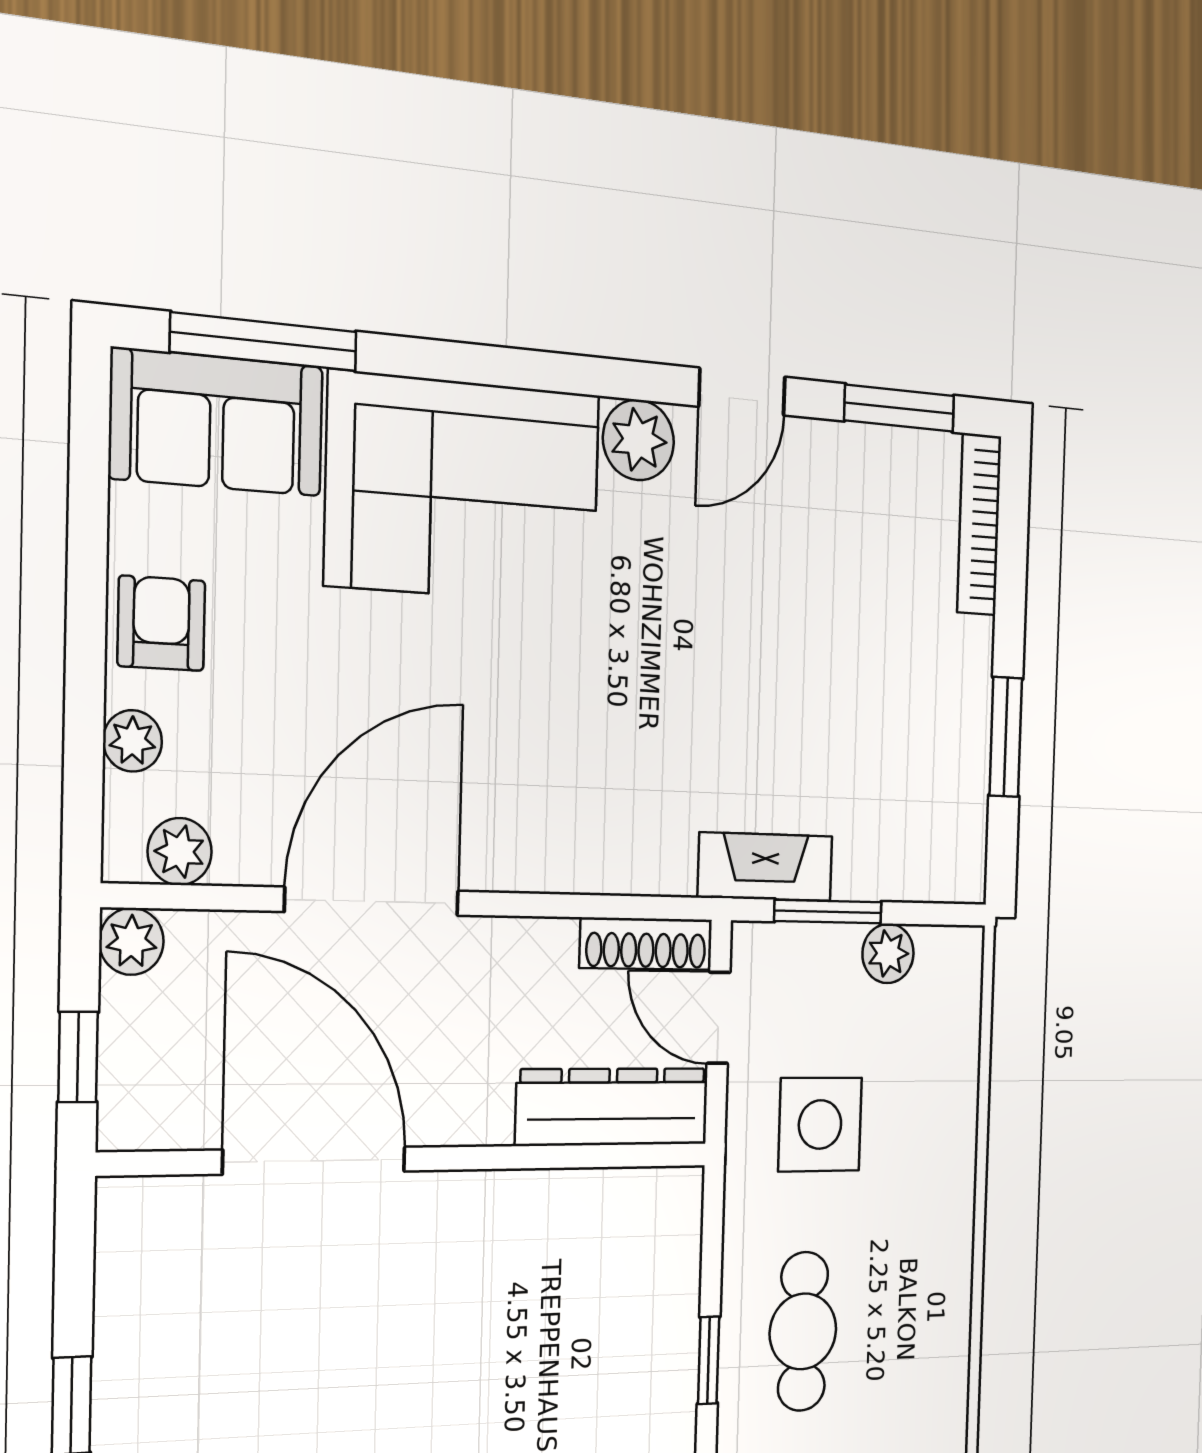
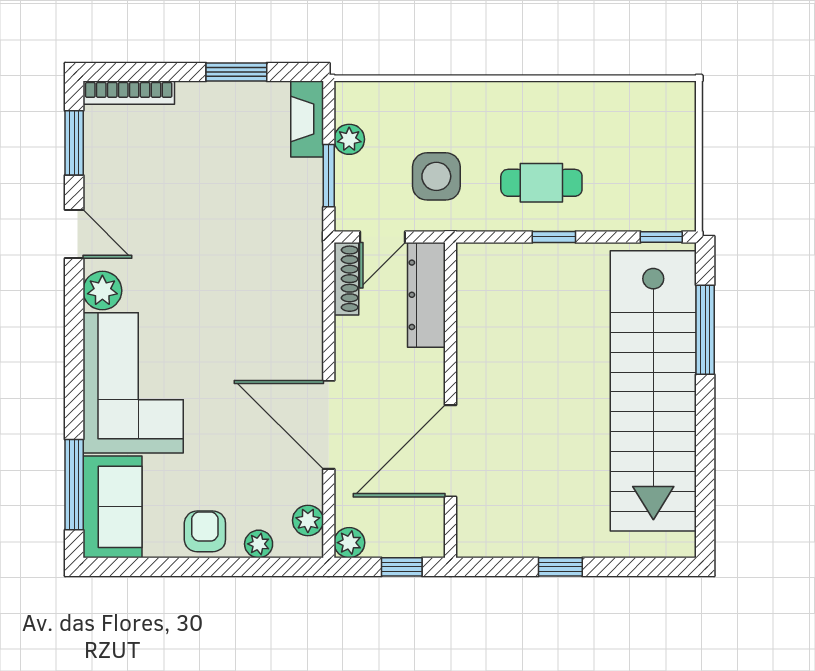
armchair: (161, 623) -> (205, 531), turned 90
fireplace: (765, 867) -> (307, 119), moved

